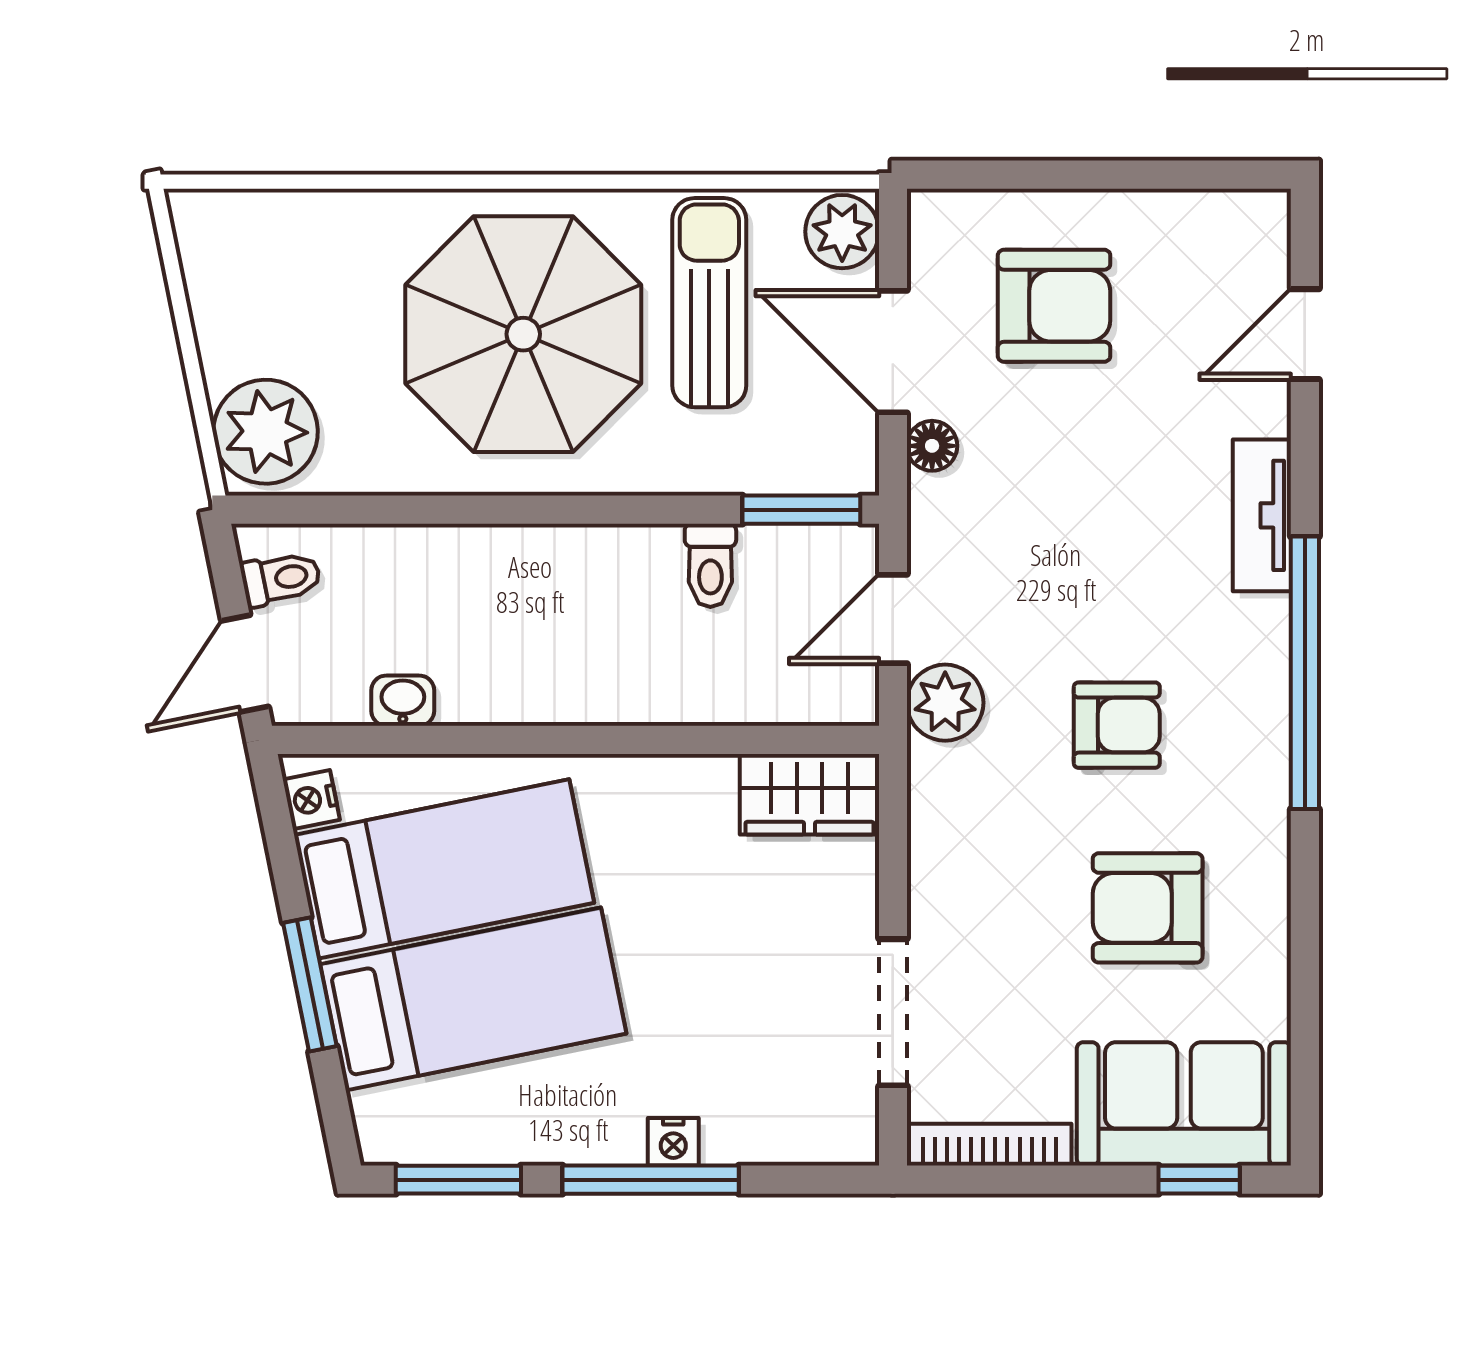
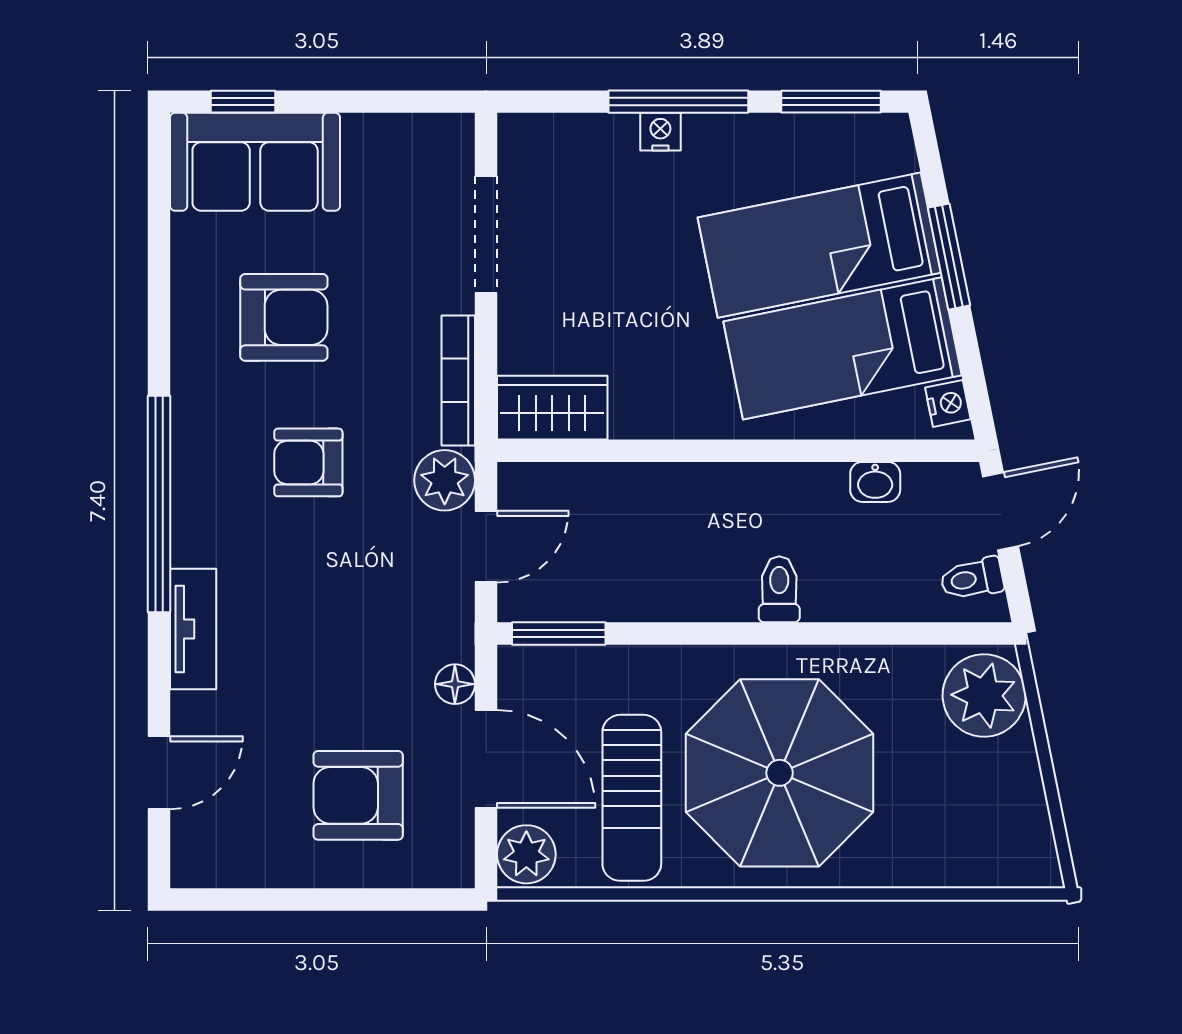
toilet: (710, 565) -> (779, 589), moved
bookcase: (989, 1145) -> (458, 380), moved, turned 90

